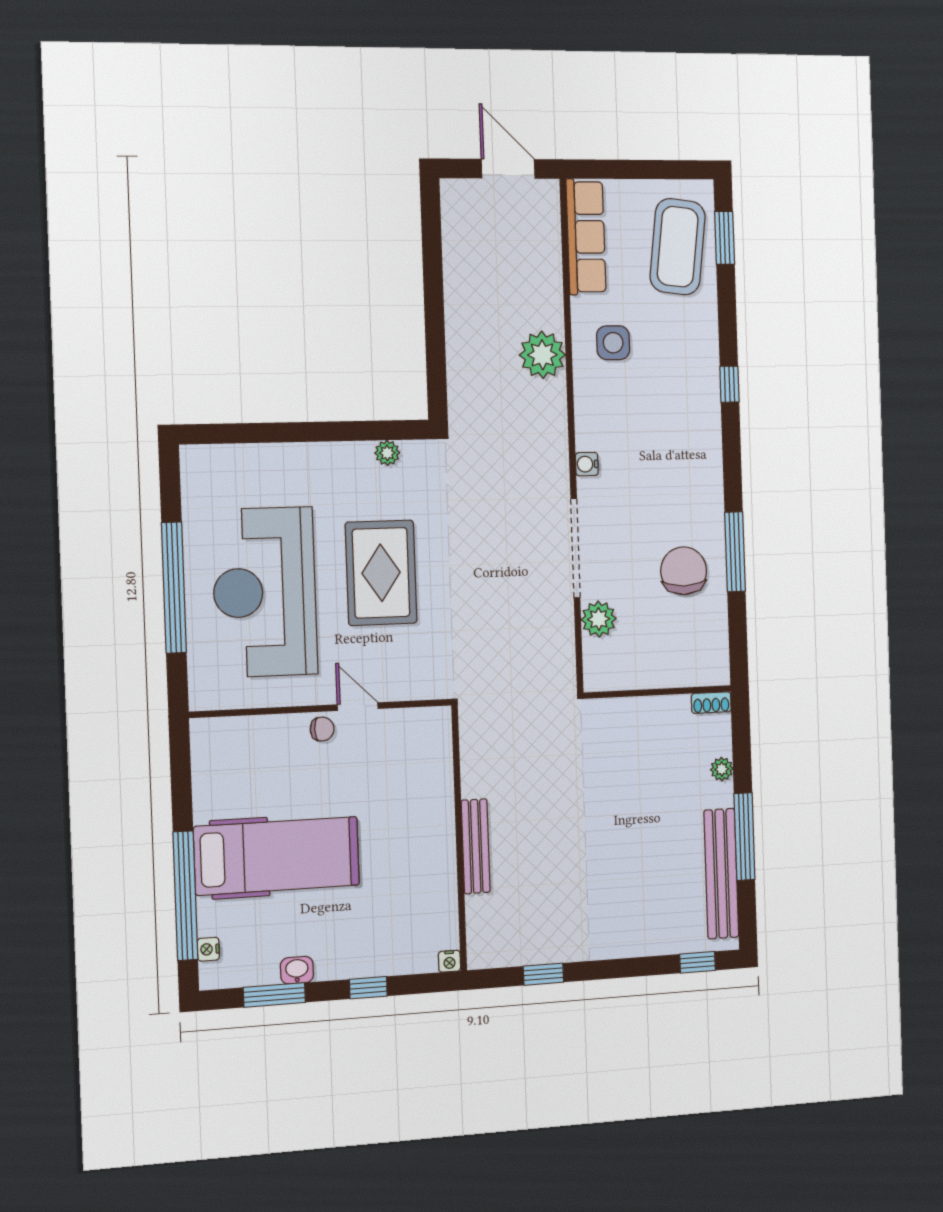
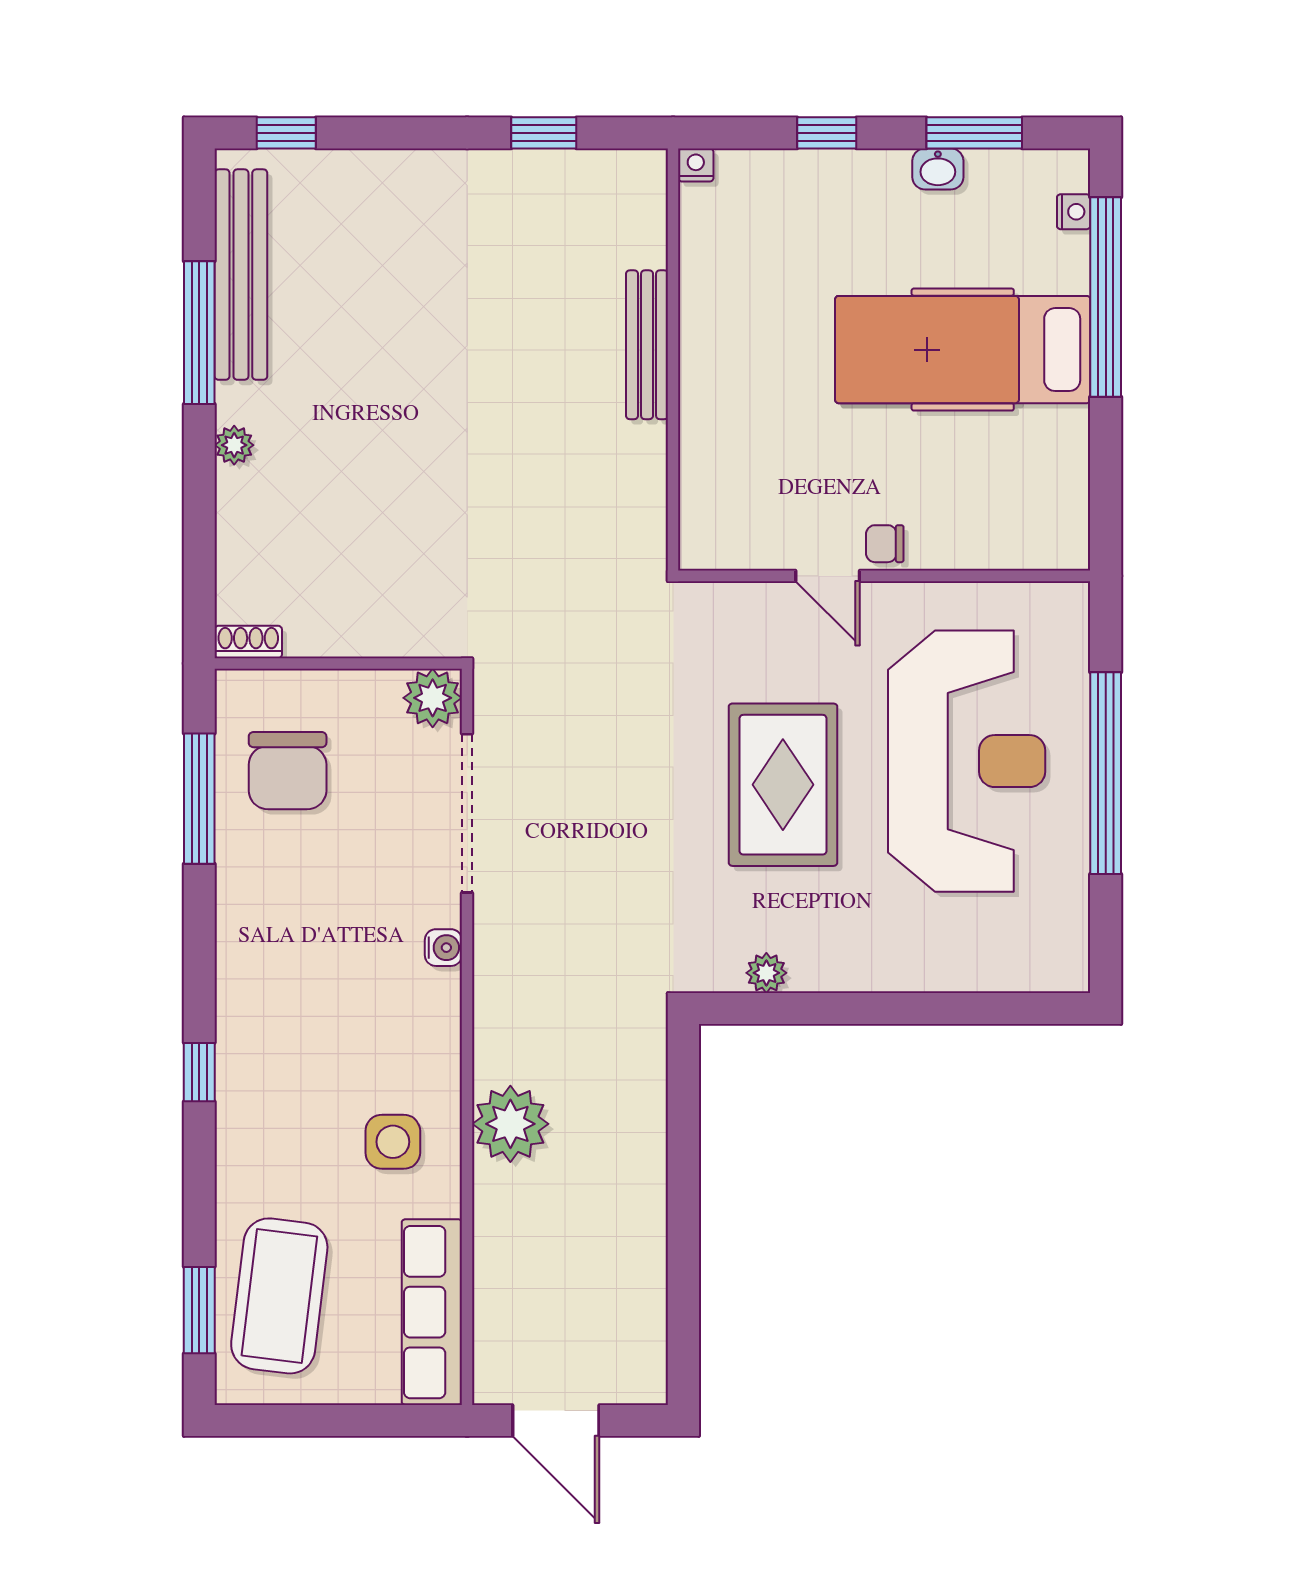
wall: (658, 692) -> (338, 663), moved
shoe rack: (711, 703) -> (248, 642), moved

